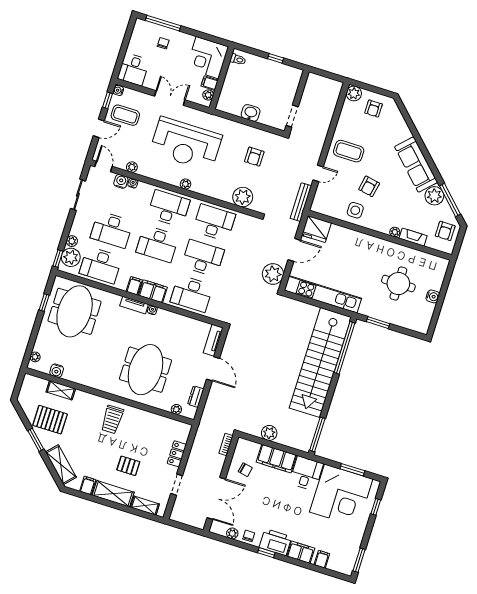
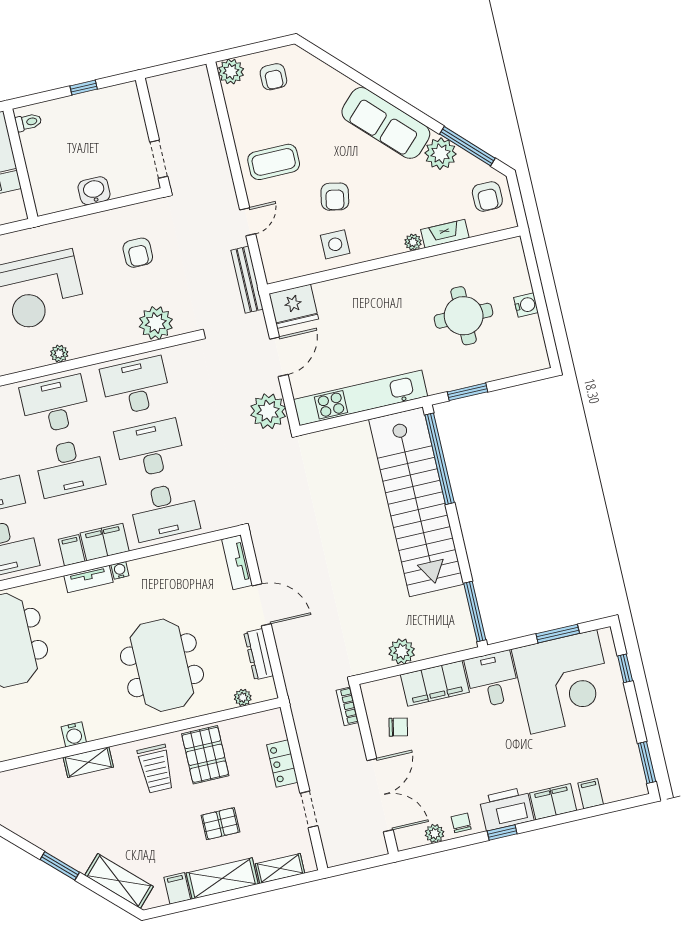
plant: (208, 95) -> (15, 201), removed
water cooler: (57, 371) -> (74, 734), moved
shelving: (61, 390) -> (88, 762), moved
dresser: (196, 397) -> (259, 654), width x1.44
pallet: (50, 420) -> (205, 755), moved, turned 90

